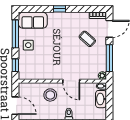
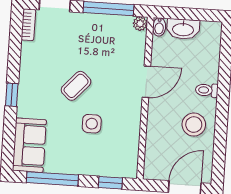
coffee table: (87, 39) -> (76, 86), moved
side table: (28, 45) -> (92, 124), moved
stool: (50, 95) -> (194, 125), moved

